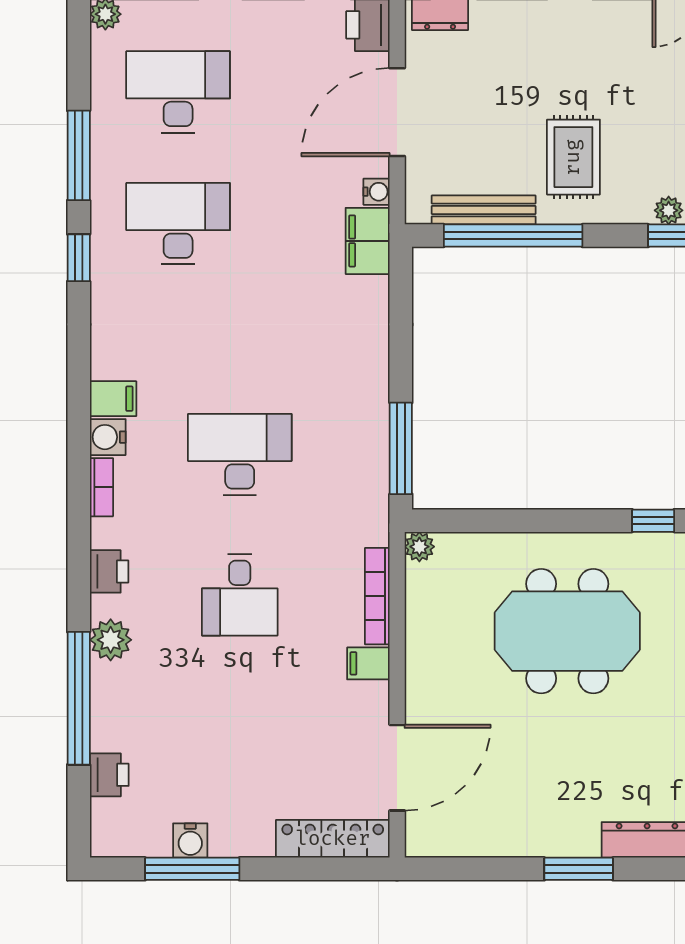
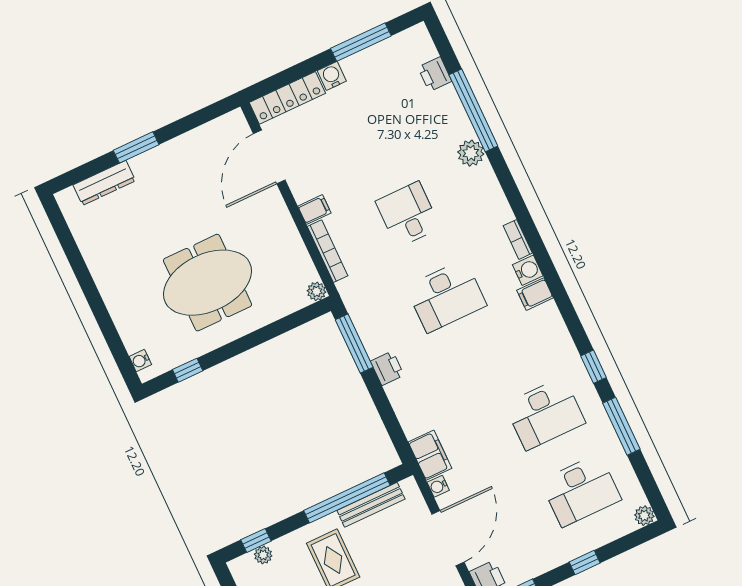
printer: (109, 571) -> (387, 368), moved, turned 180
water cooler: (190, 840) -> (332, 76), moved

